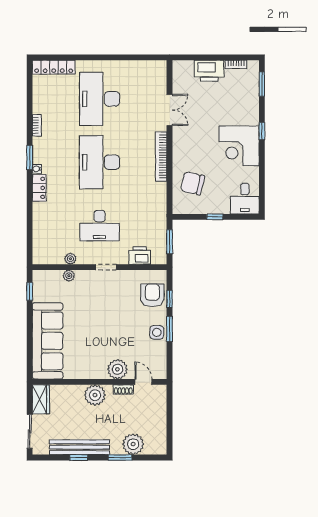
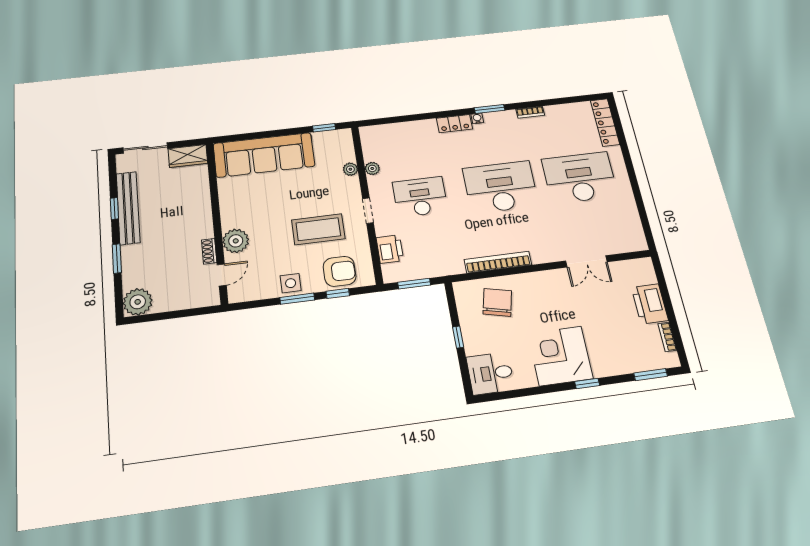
bookcase: (161, 156) -> (498, 262), moved
desk: (100, 226) -> (420, 197), turned 90
coffee table: (116, 307) -> (318, 229), added
plant: (95, 395) -> (199, 218), removed
plant: (133, 444) -> (138, 302), moved

